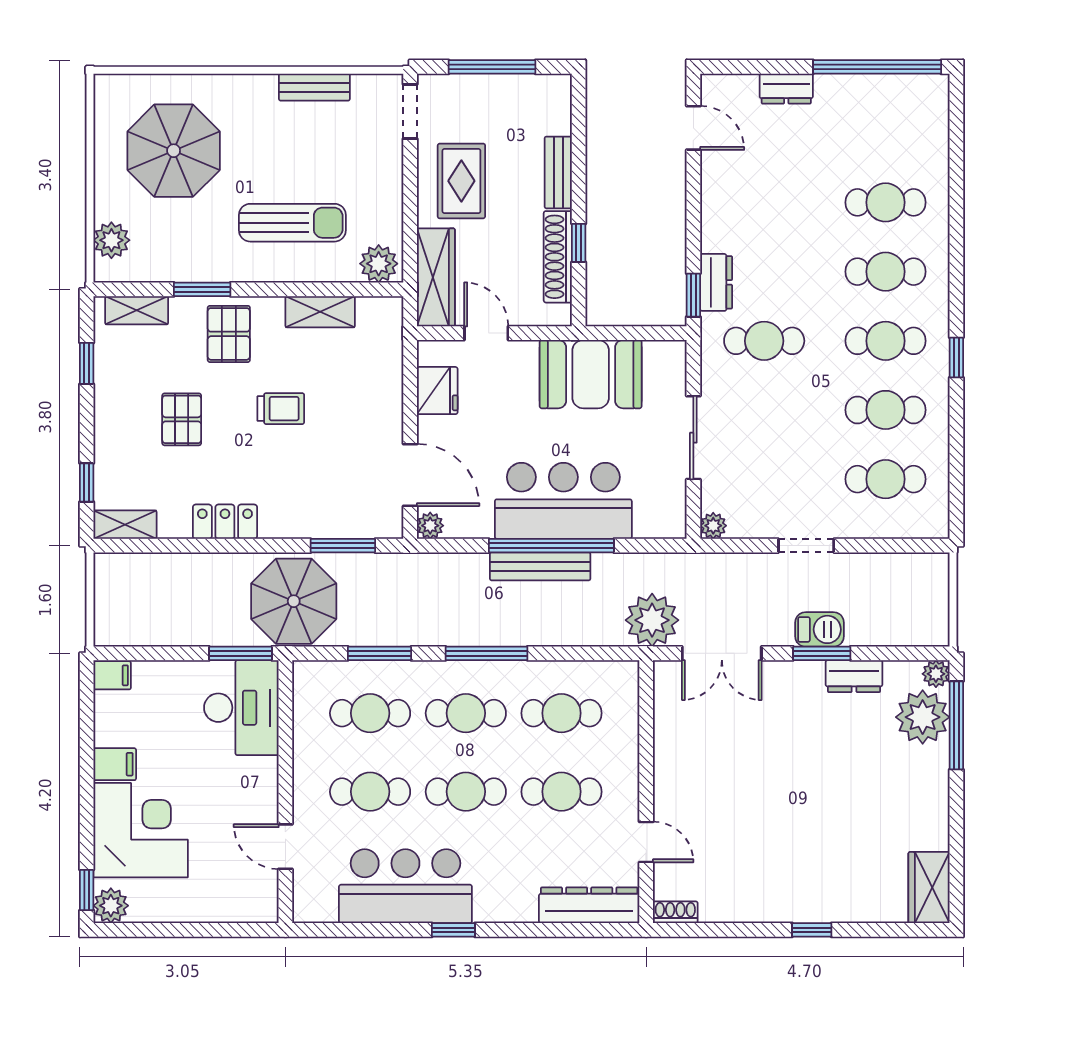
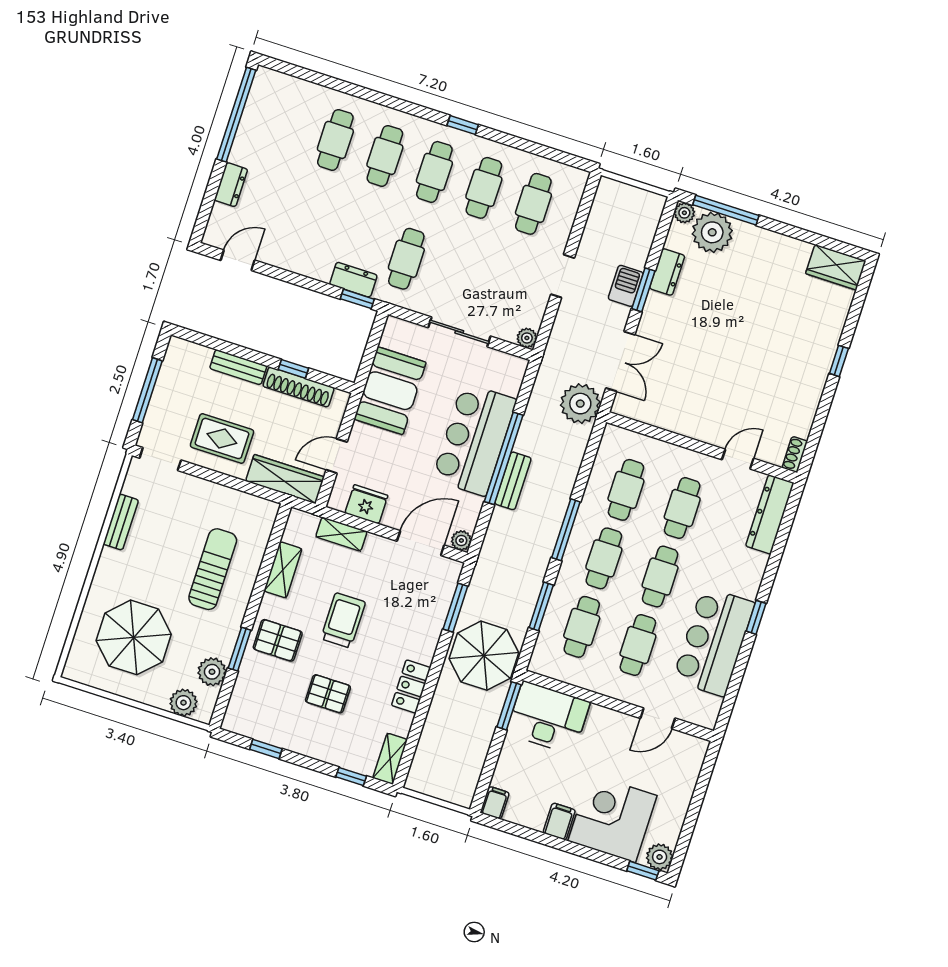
plant: (379, 264) -> (212, 672), moved
shelving: (137, 310) -> (341, 534), moved, turned 90
trolley: (281, 409) -> (343, 620), width x1.36, depth x1.39
bench: (540, 566) -> (513, 481), width x0.73

